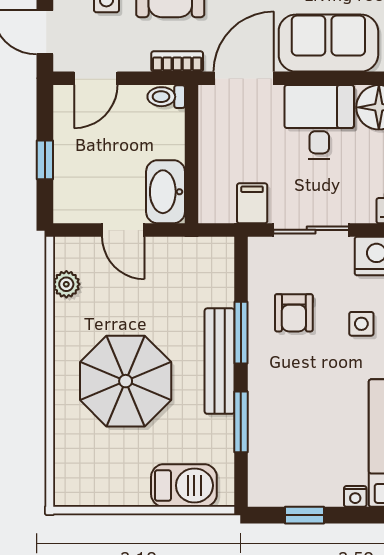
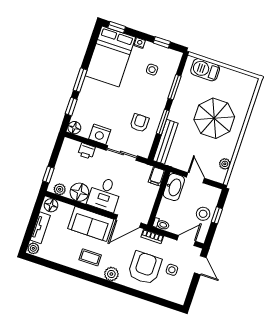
stool: (78, 153) -> (203, 214), added
filing cabinet: (252, 203) -> (157, 176), moved
side table: (361, 324) -> (152, 70), moved
bench: (220, 361) -> (166, 142), moved

